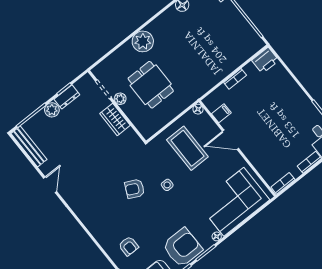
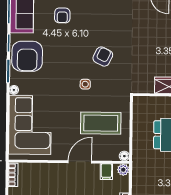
plant: (209, 101) -> (123, 170), added
armchair: (129, 246) -> (62, 15), turned -90

